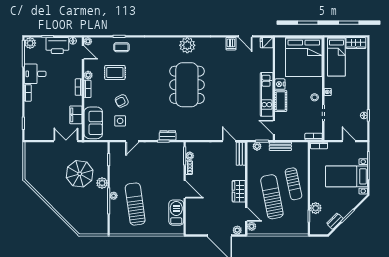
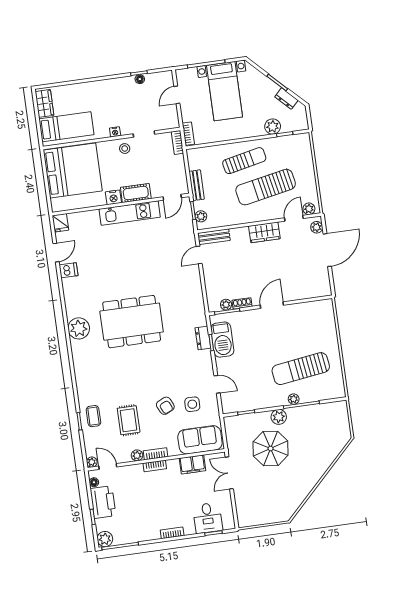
door: (83, 53) -> (108, 467), hinge flipped
desk: (35, 74) -> (208, 518), moved
barbecue: (176, 213) -> (222, 340), moved, turned -90

